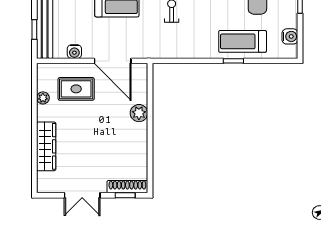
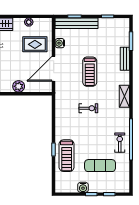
water cooler: (290, 36) -> (83, 187), moved
treadmill: (243, 41) -> (67, 156), turned 180
rug: (76, 89) -> (35, 44), turned 90

